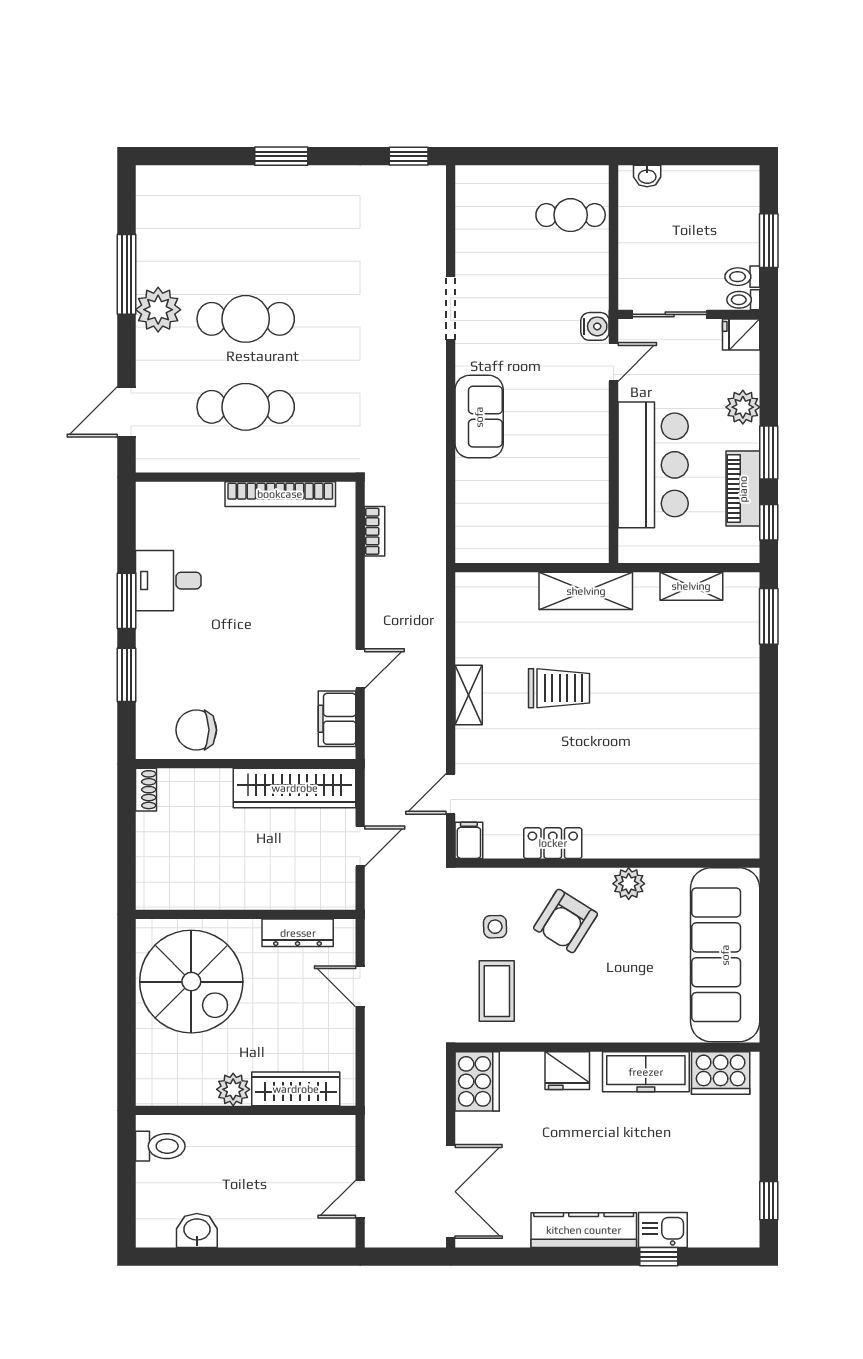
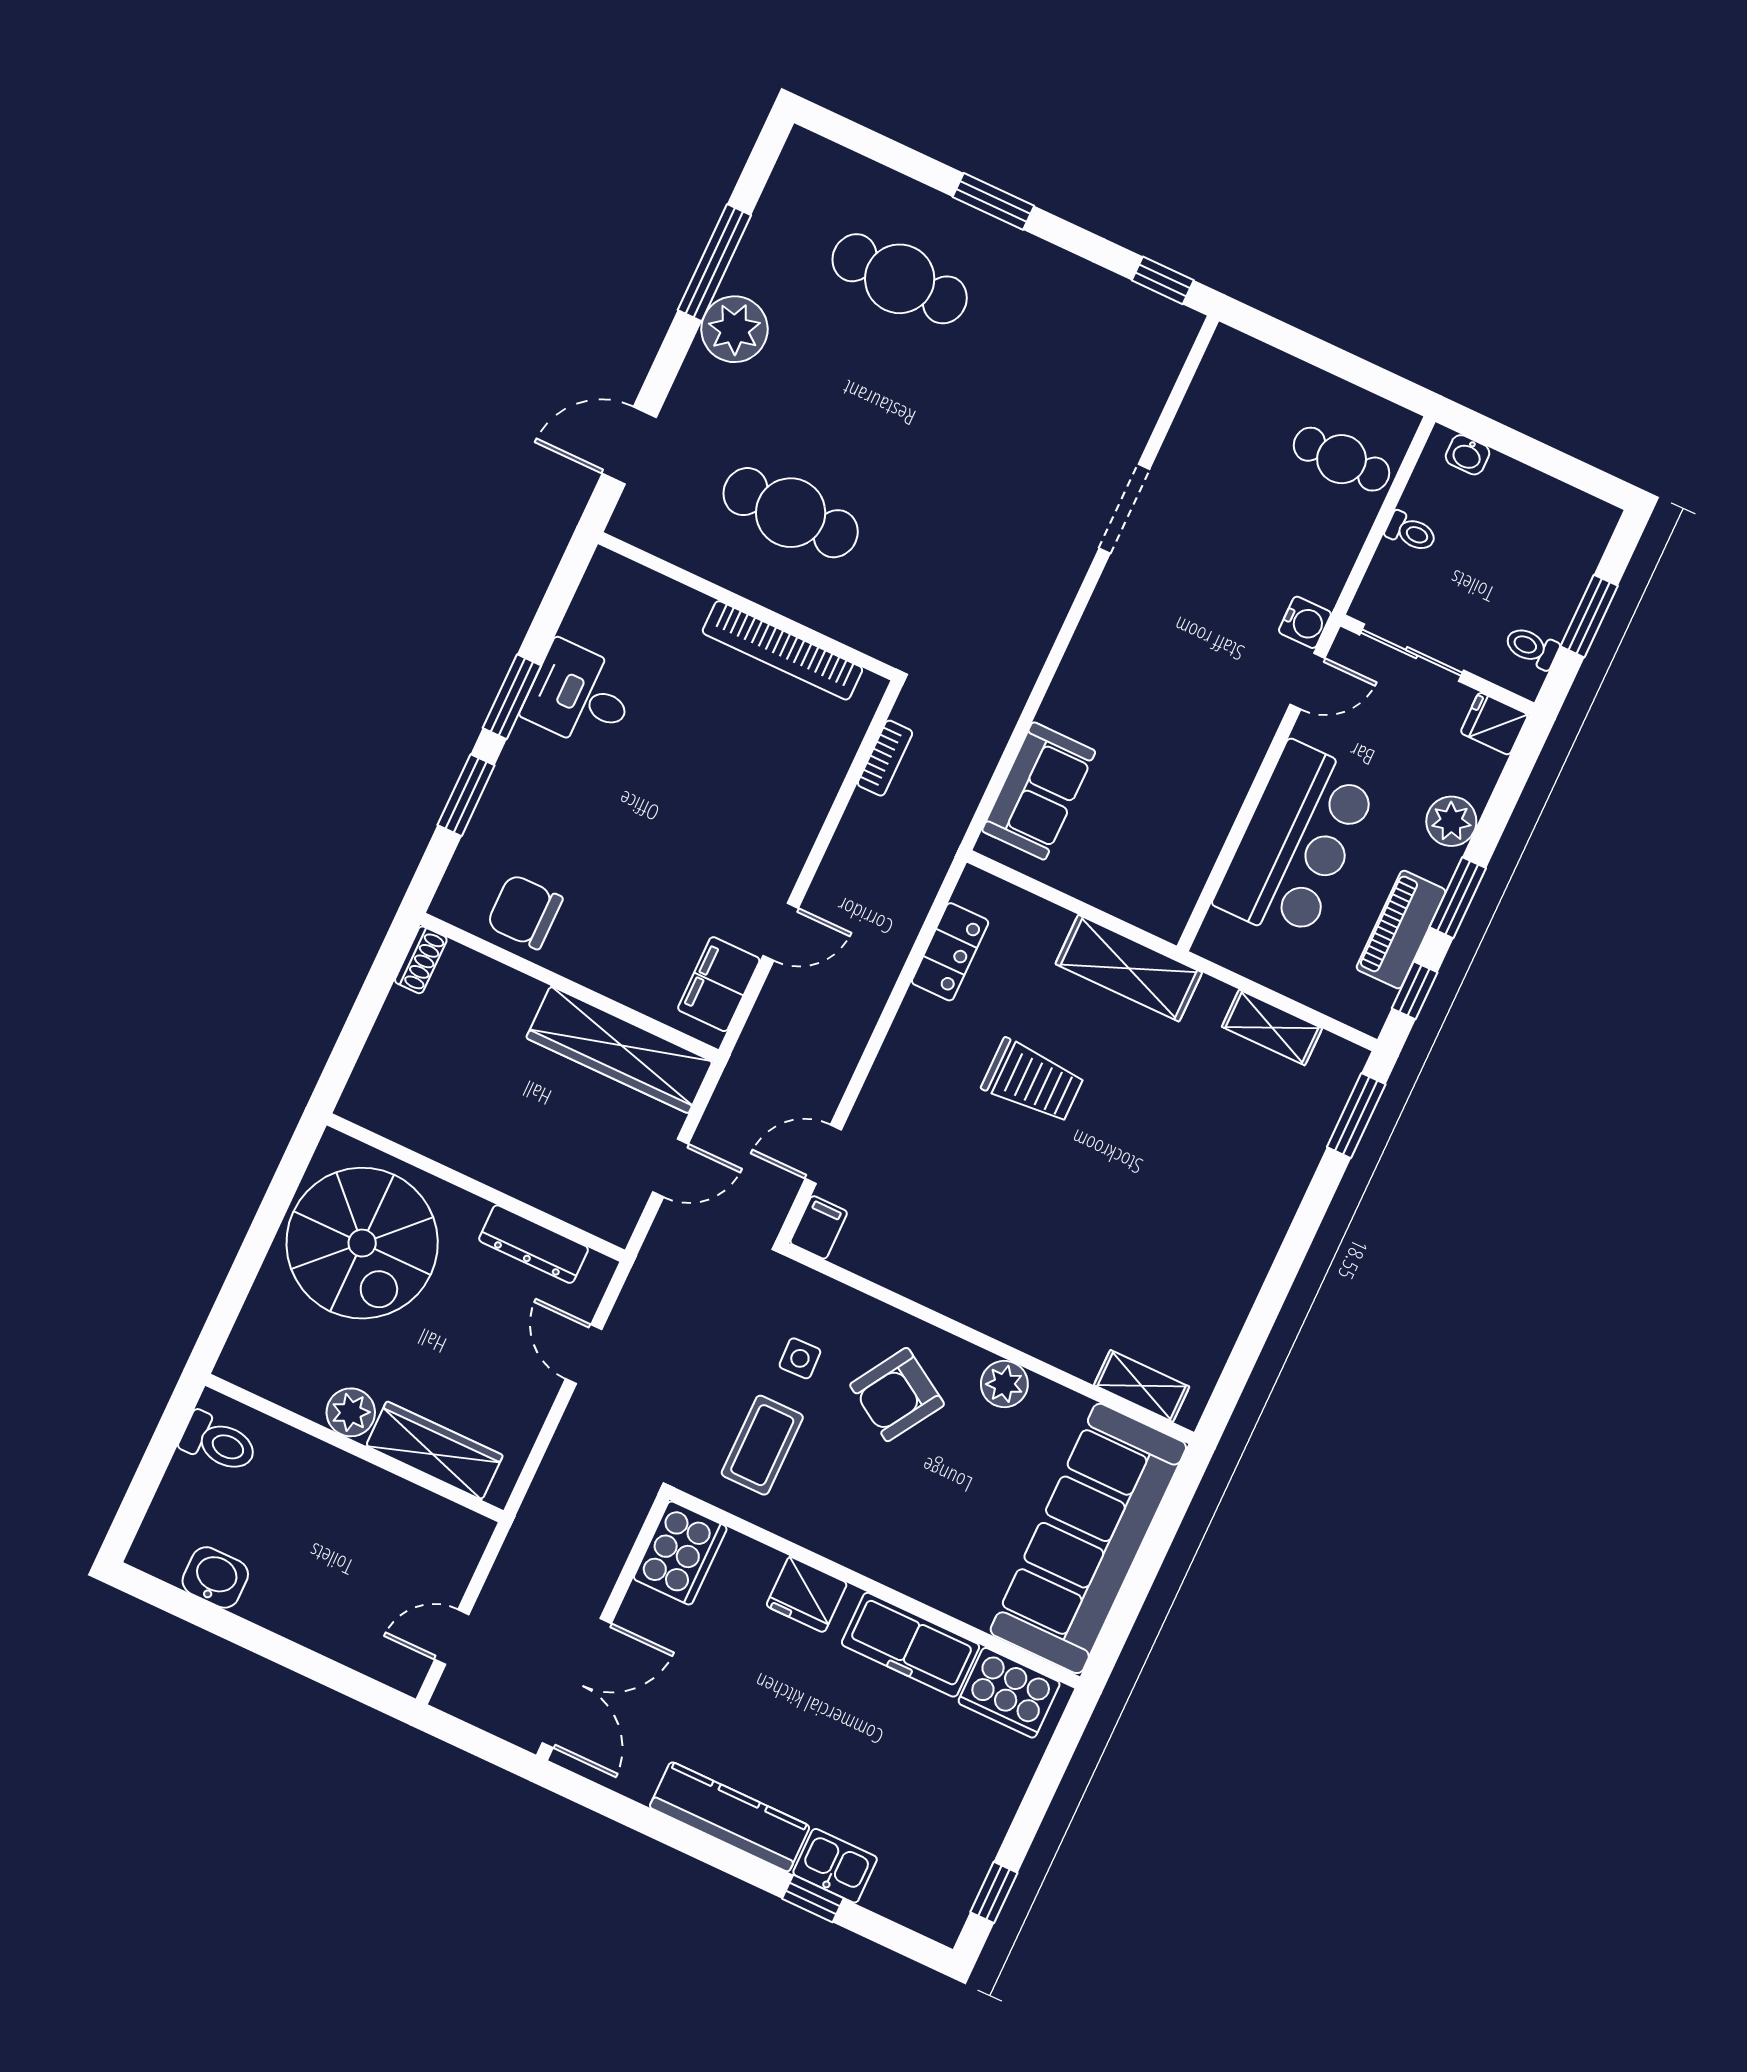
toilet: (743, 300) -> (1411, 532), moved, turned 180
cafe table: (246, 319) -> (900, 279), moved
sofa: (479, 417) -> (1039, 791), moved
shelving: (469, 695) -> (1142, 1386), moved, turned 90
locker: (553, 843) -> (950, 952), moved, turned 90

